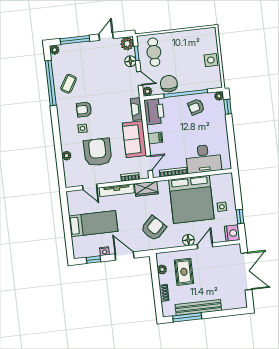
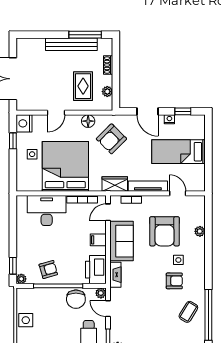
floor lamp: (130, 61) -> (116, 329), removed
floor lamp: (188, 240) -> (88, 121), moved

